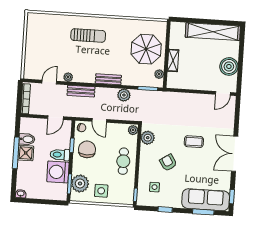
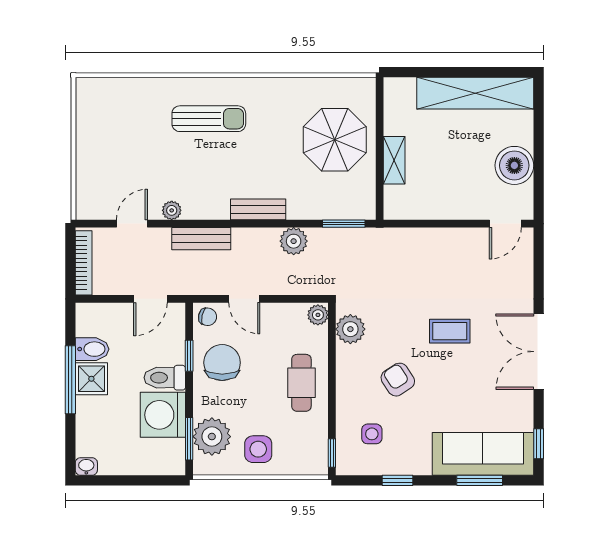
plant: (159, 74) -> (366, 191), removed

